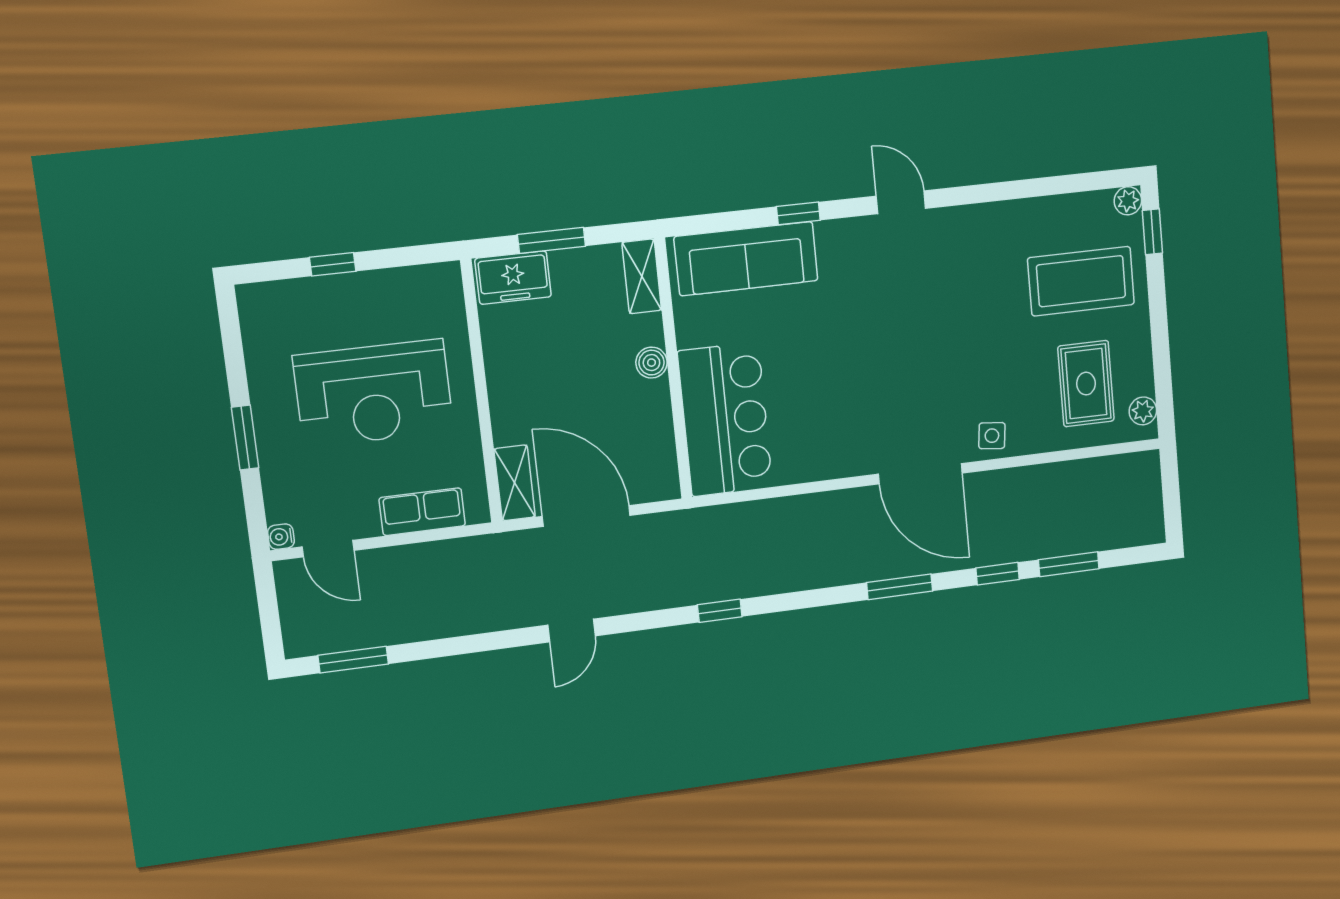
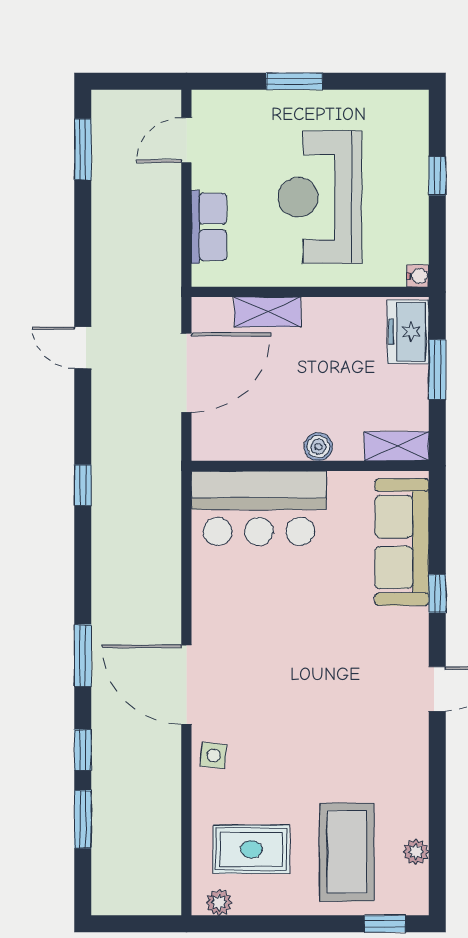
plant: (1128, 201) -> (416, 852), moved
door: (920, 474) -> (186, 685), hinge flipped
shelving: (515, 483) -> (268, 312), moved
water cooler: (281, 537) -> (418, 276), moved, turned 90

